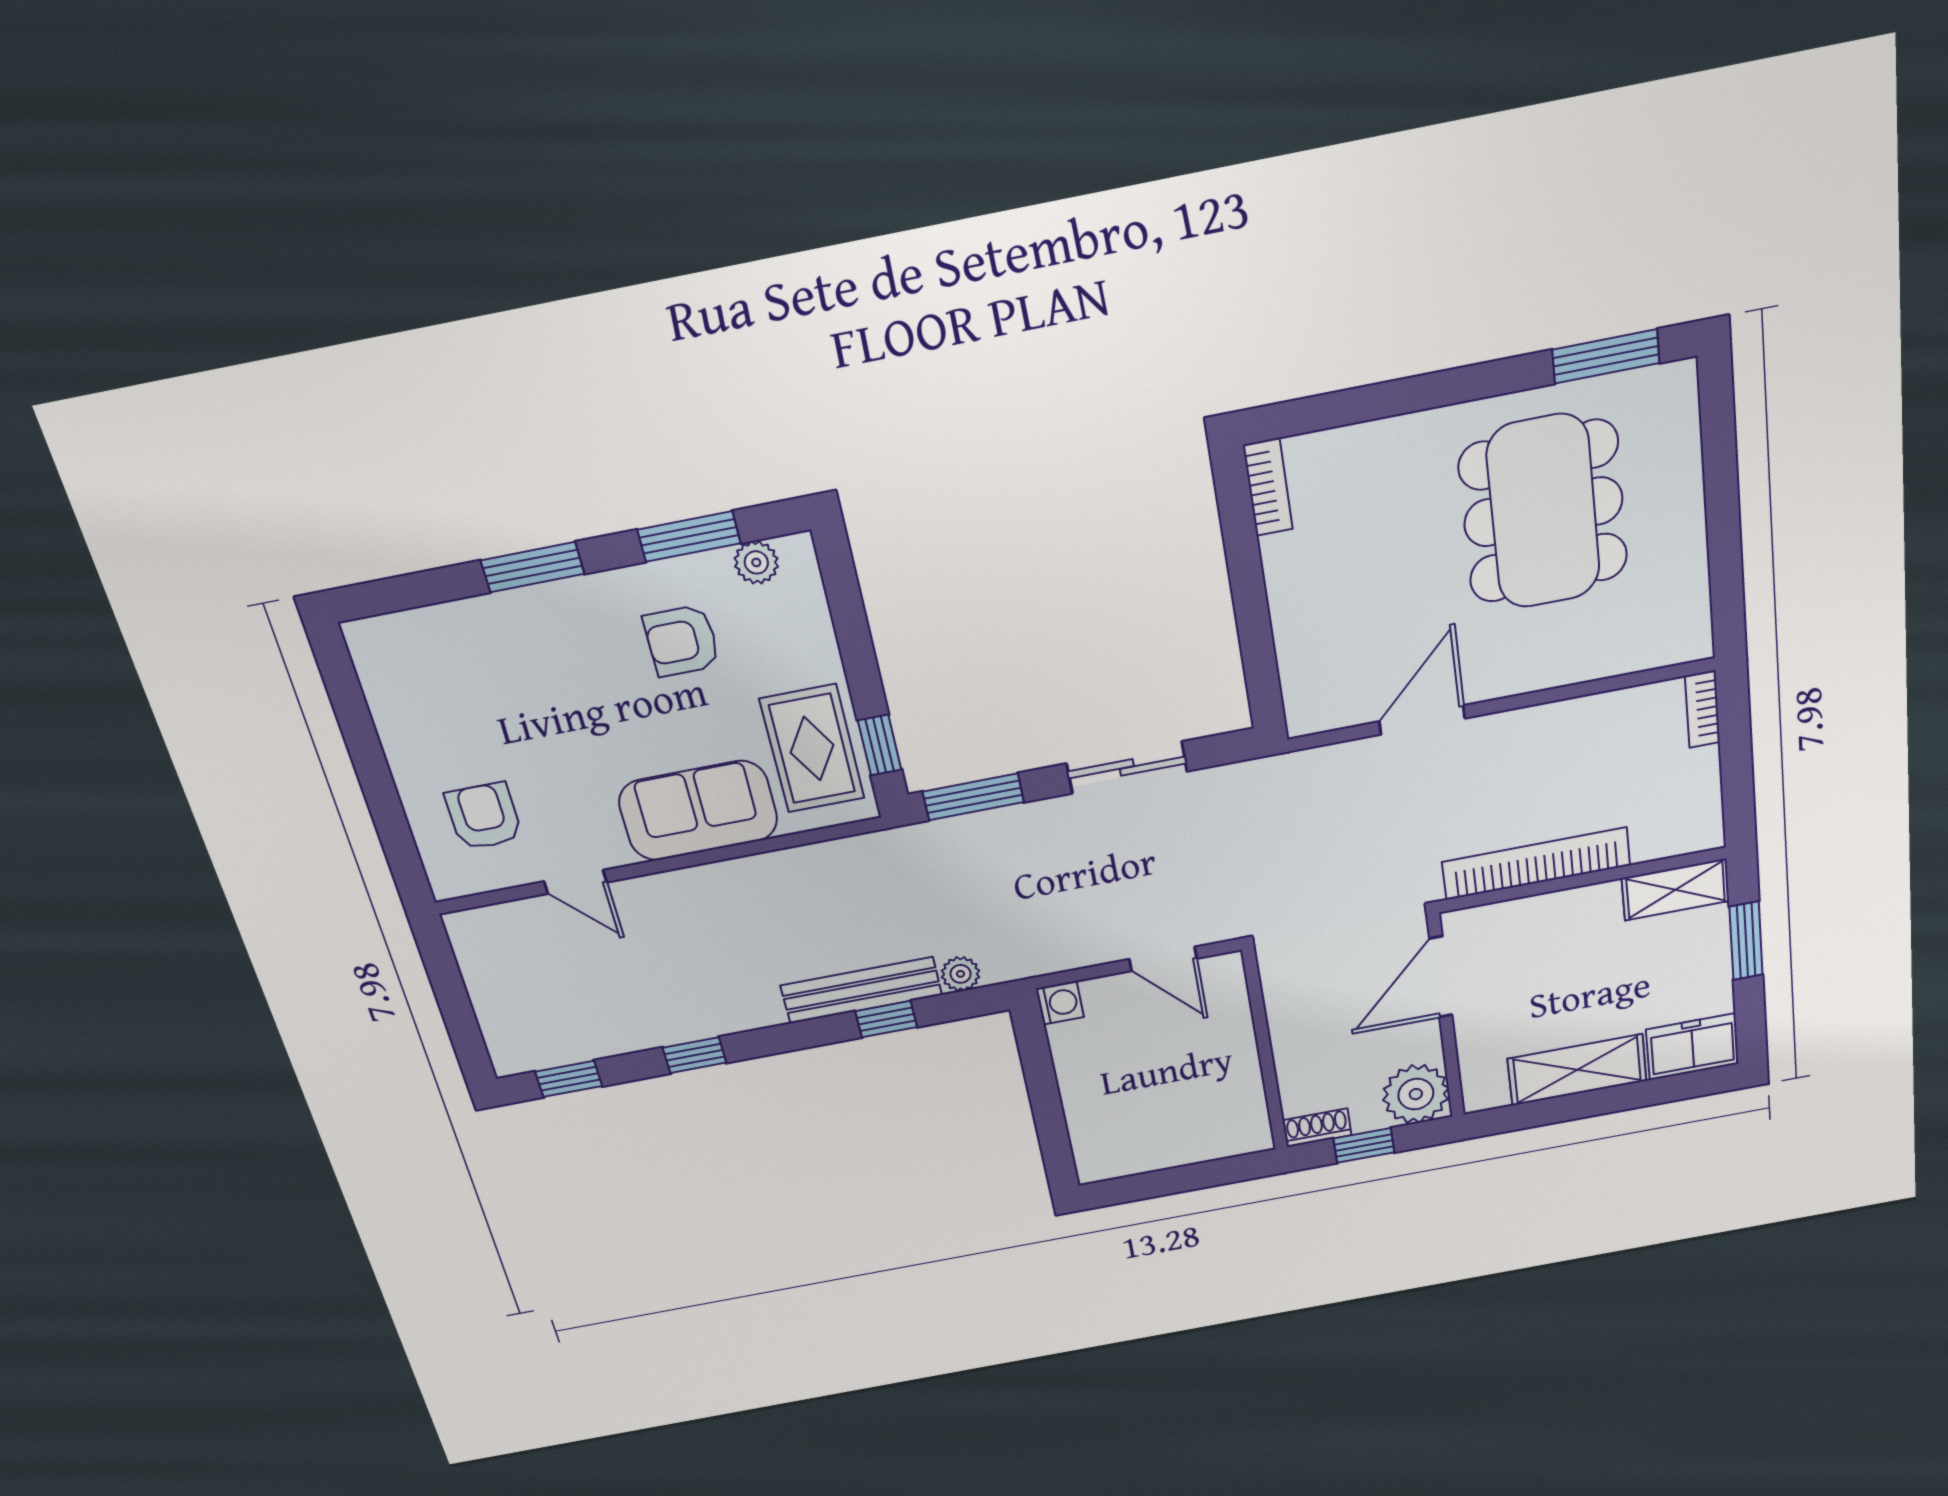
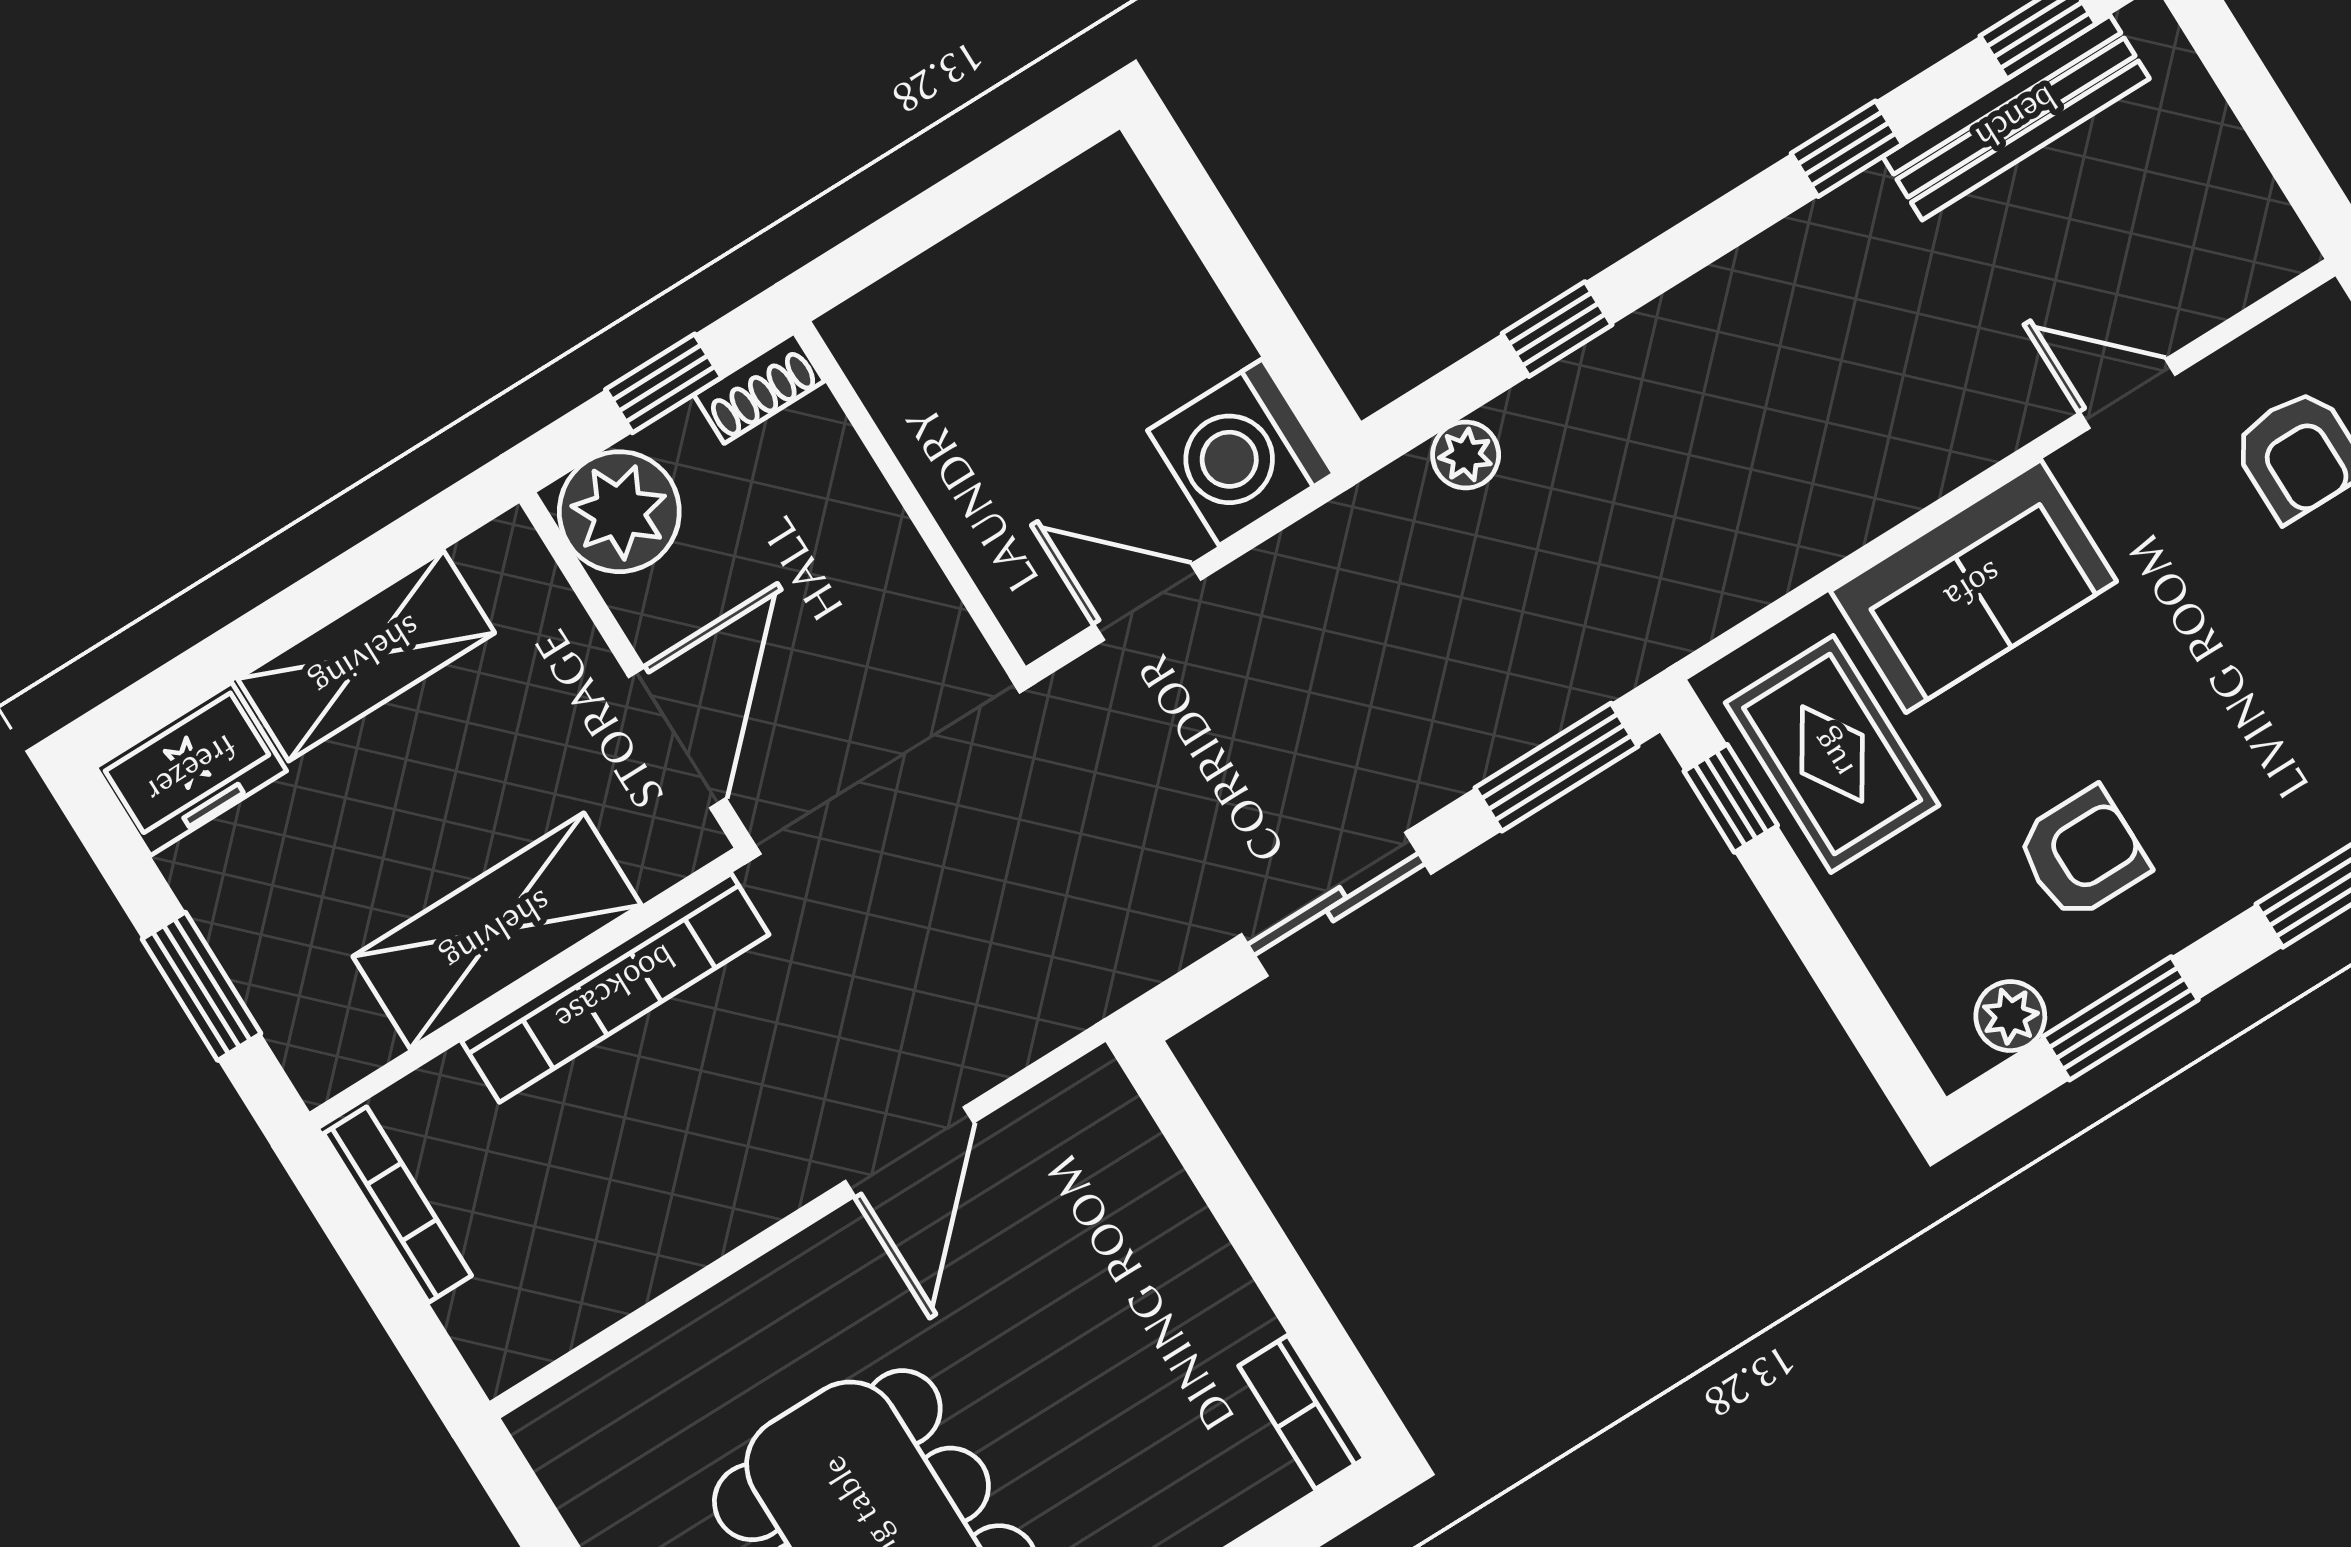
bookcase: (1702, 709) -> (398, 1205), moved, width x1.56
shelving: (1676, 890) -> (497, 931), moved, width x1.50, depth x1.33
bench: (861, 990) -> (2016, 118), moved
washing machine: (1060, 1003) -> (1241, 452), width x1.89, depth x1.89

